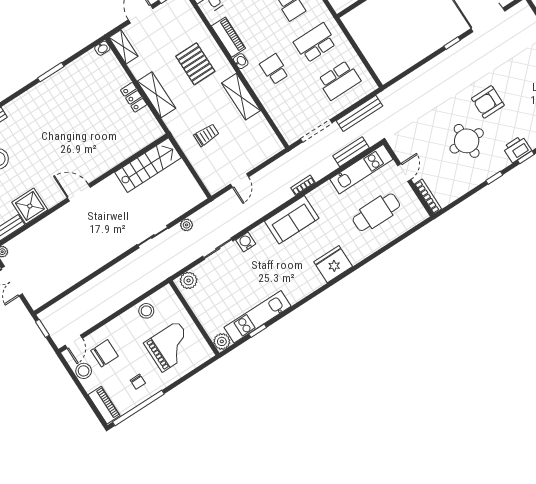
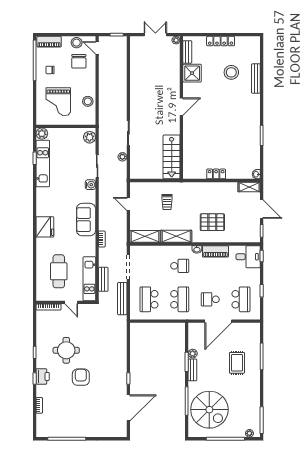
shelving: (156, 95) -> (145, 236), moved

